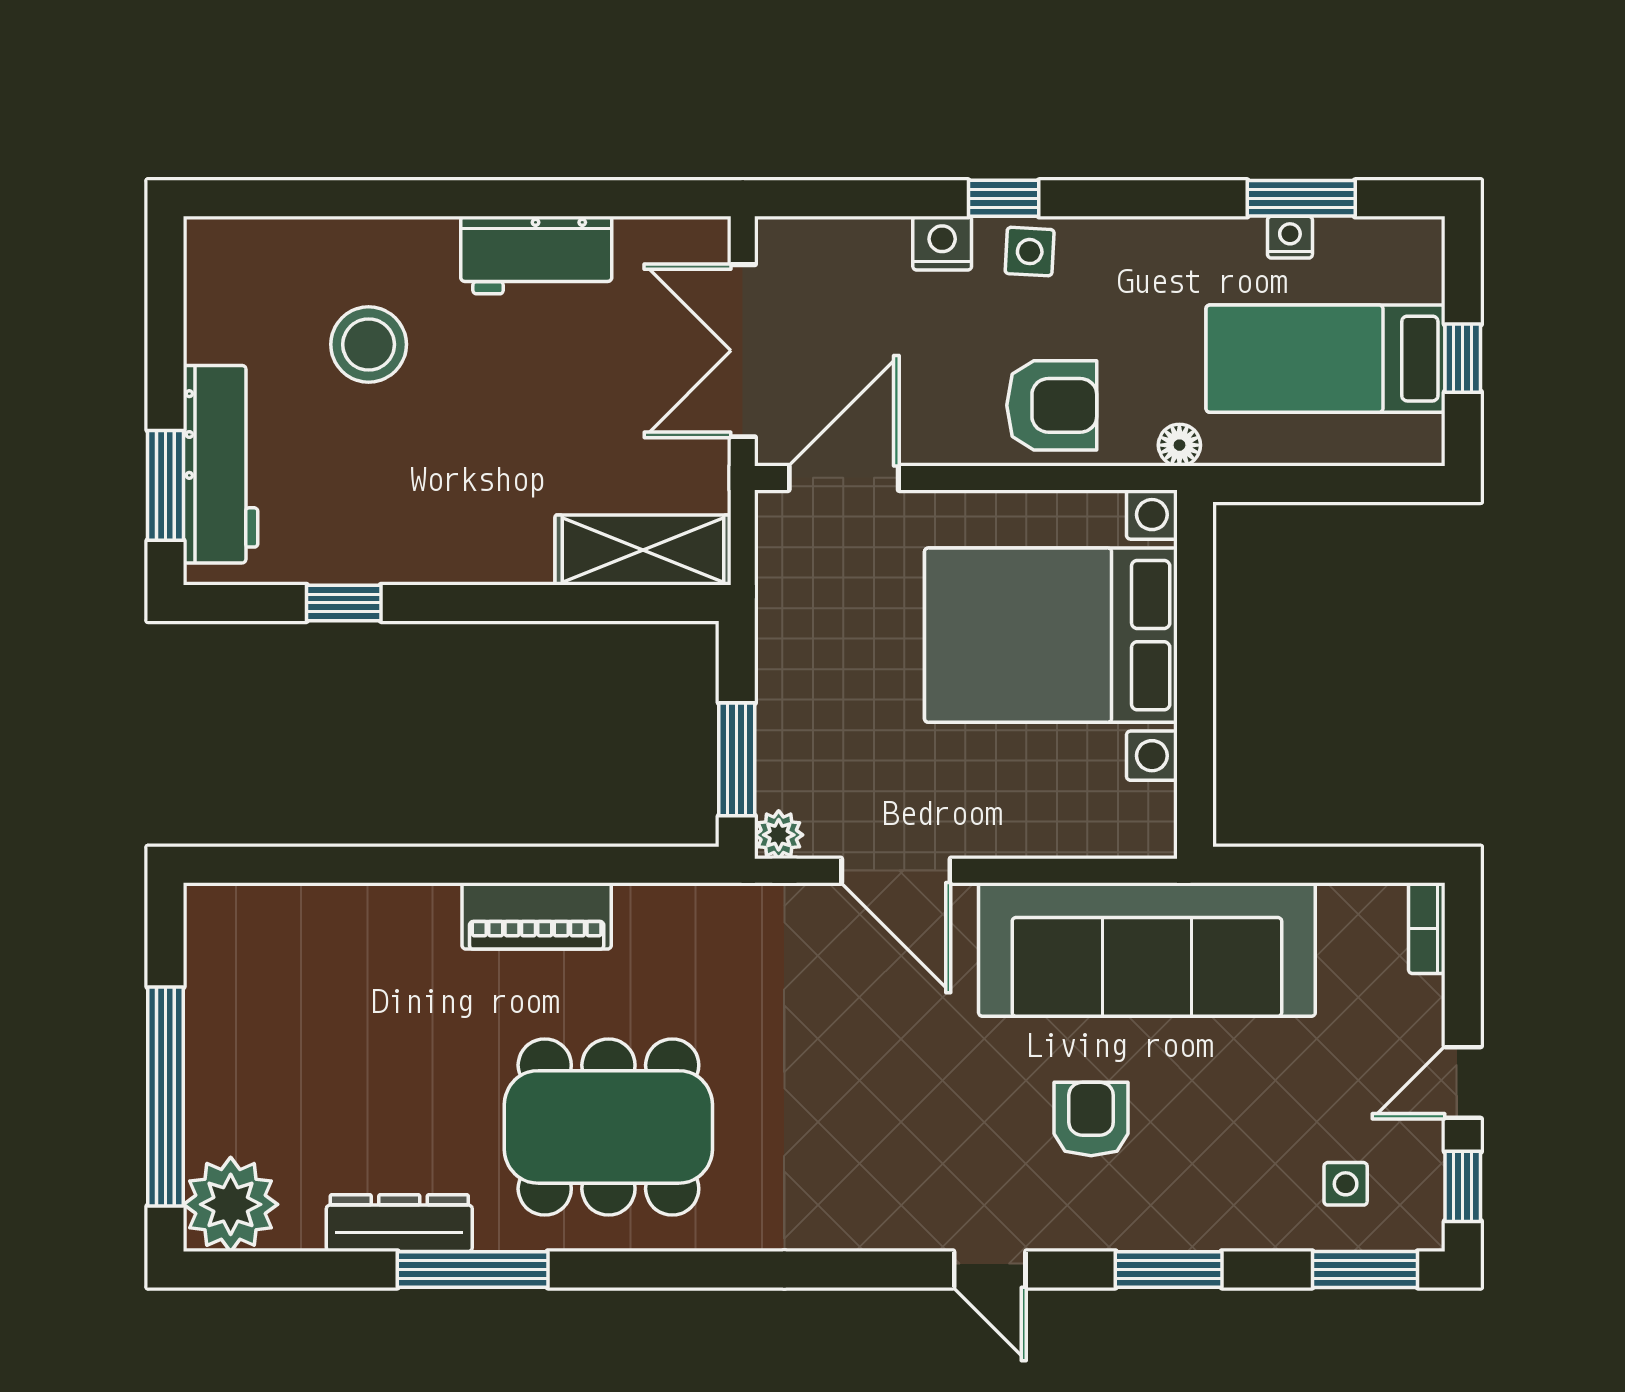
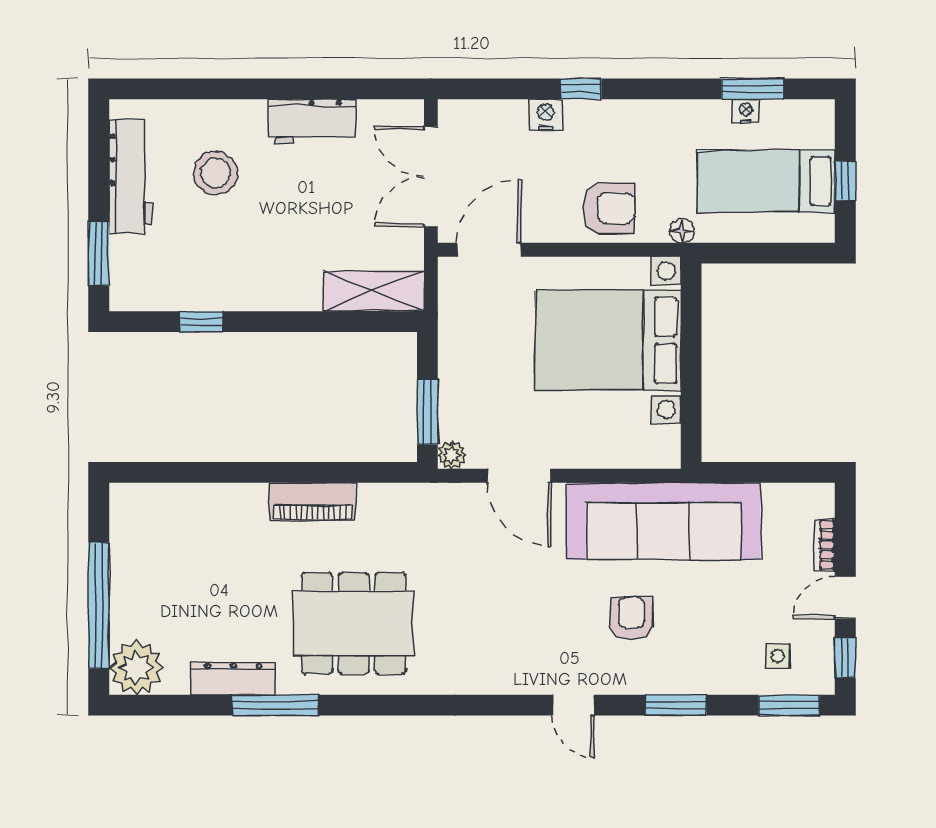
side table: (1030, 252) -> (596, 119), removed
workbench: (220, 464) -> (130, 177), moved
bookcase: (1427, 928) -> (825, 545), moved

